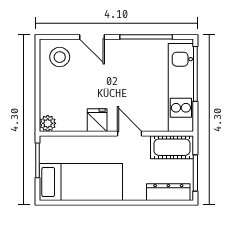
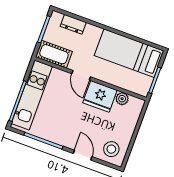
fridge: (97, 120) -> (100, 96), width x1.88, depth x1.34
plant: (48, 123) -> (122, 99), moved
dresser: (168, 192) -> (73, 24), width x0.70

